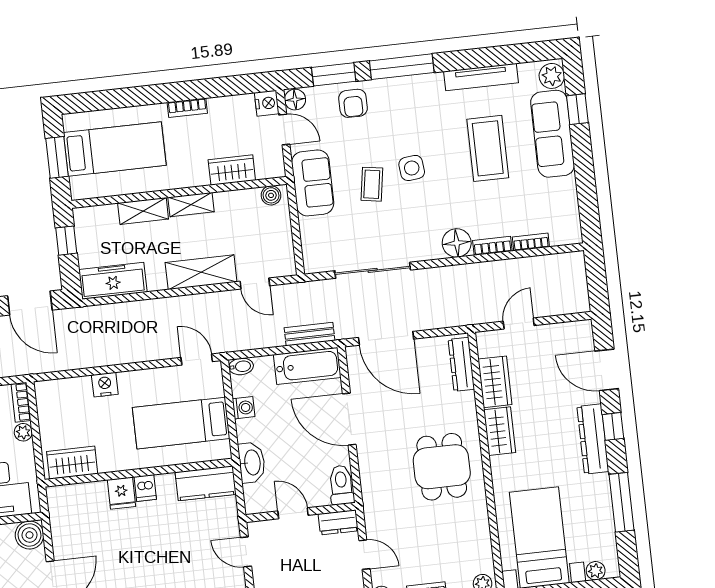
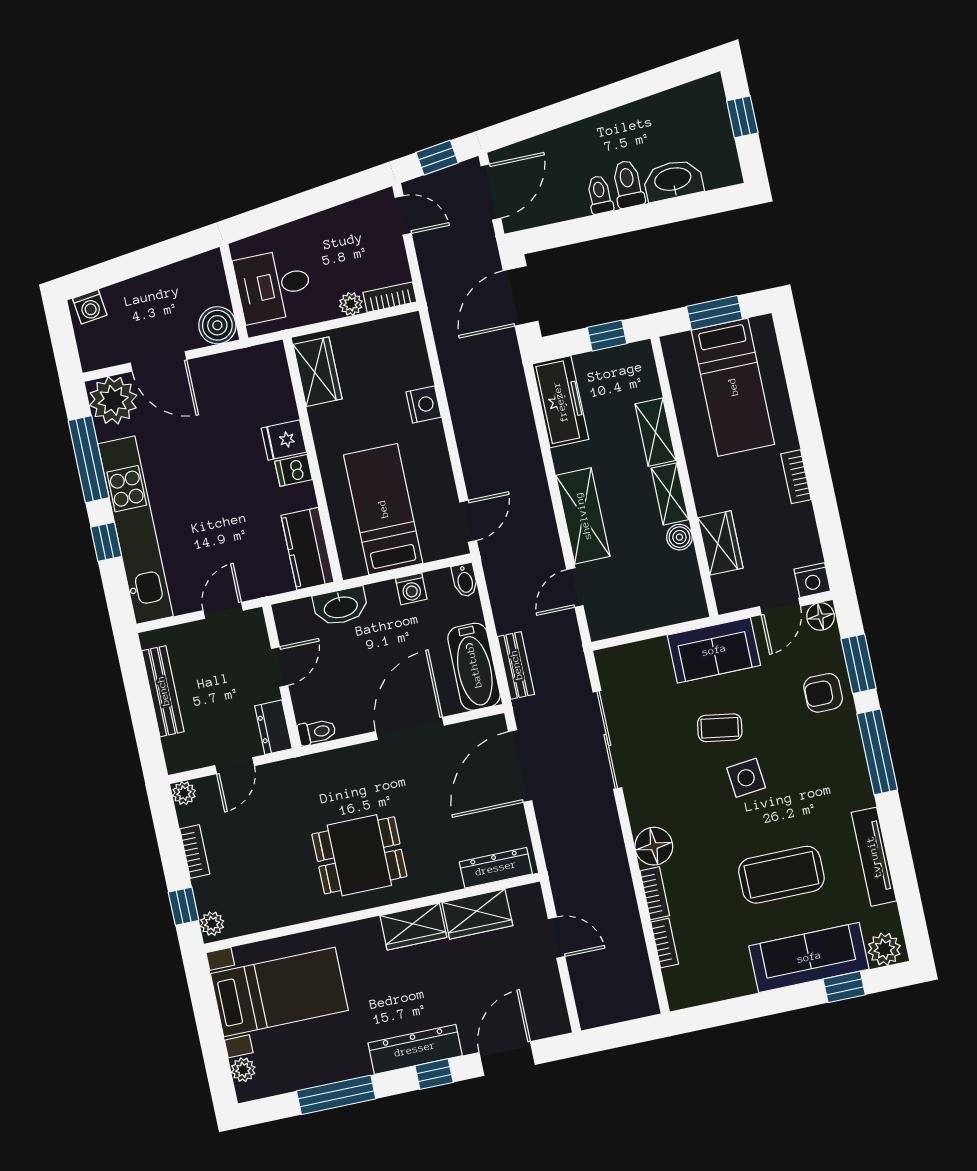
boiler: (271, 195) -> (679, 537), moved
toilet: (341, 485) -> (317, 732), width x0.73, depth x0.72

